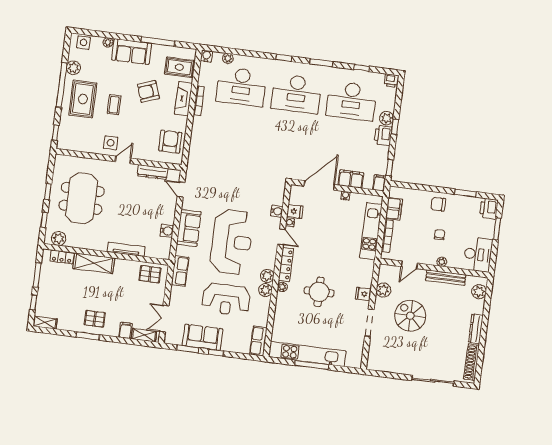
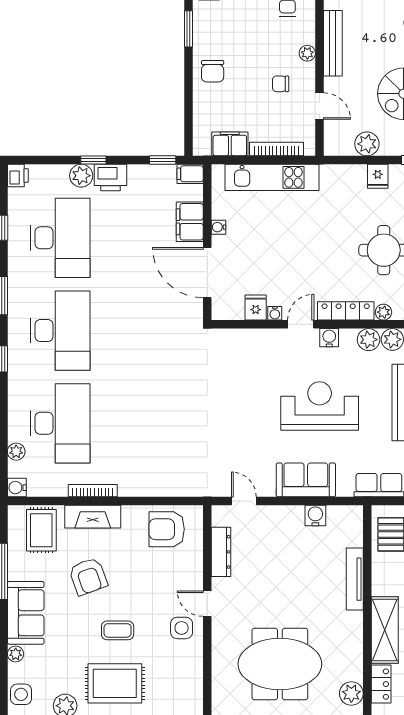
door: (181, 190) -> (244, 501), swing flipped
water cooler: (277, 211) -> (329, 338), moved
chair: (440, 235) -> (281, 84), moved
reception desk: (232, 242) -> (320, 406), width x0.74, depth x0.77

